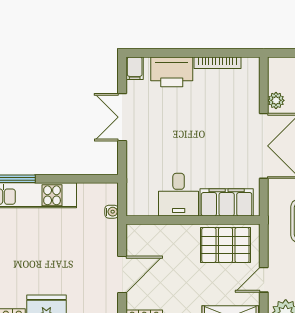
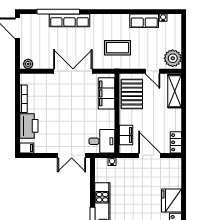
plant: (276, 100) -> (28, 64), moved
double door: (122, 117) -> (72, 155), moved
desk: (179, 195) -> (102, 141), moved
filing cabinet: (157, 235) -> (126, 135), added

